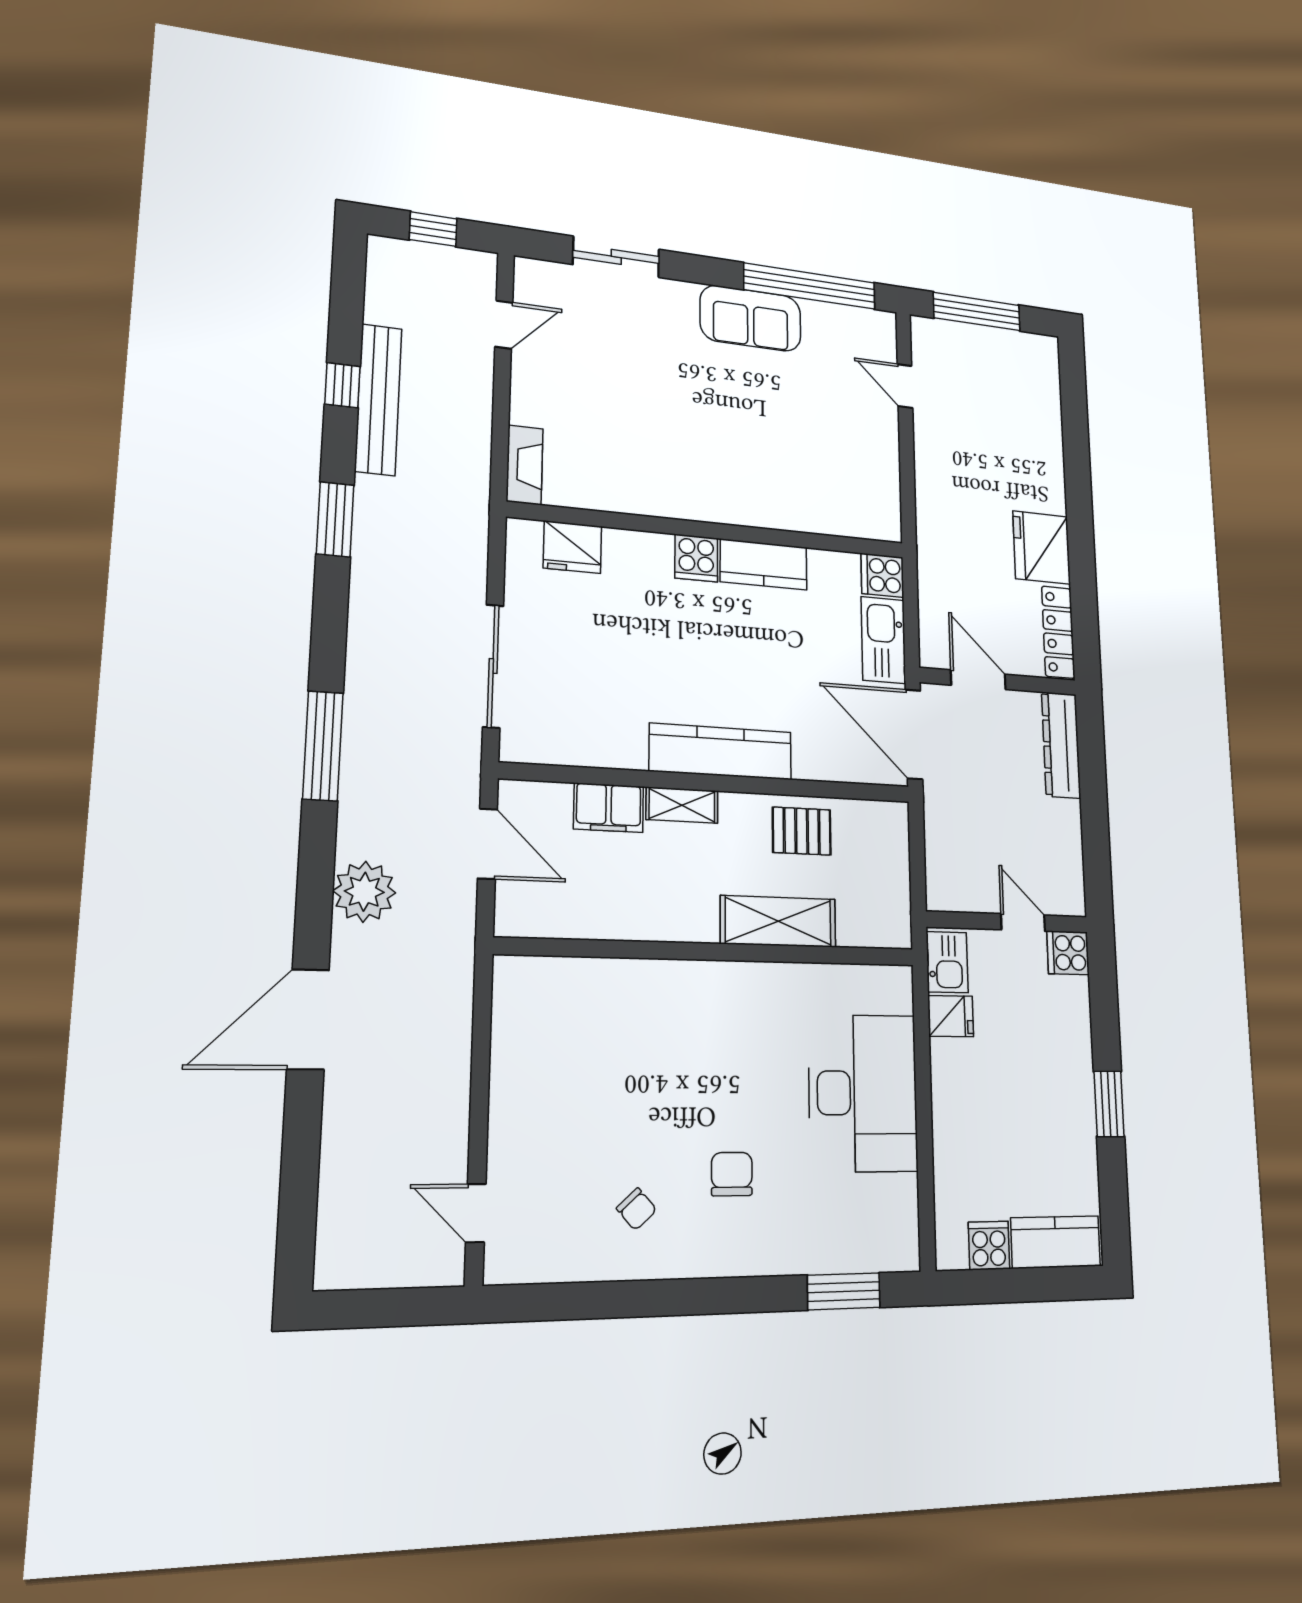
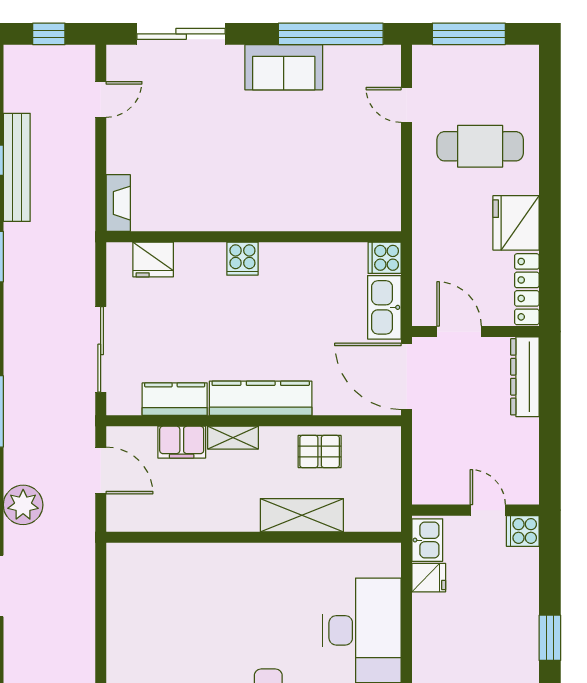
sliding door: (616, 257) -> (181, 34), width x1.37
cafe table: (995, 448) -> (480, 146), added
kitchen counter: (764, 564) -> (175, 399), moved, turned 180

